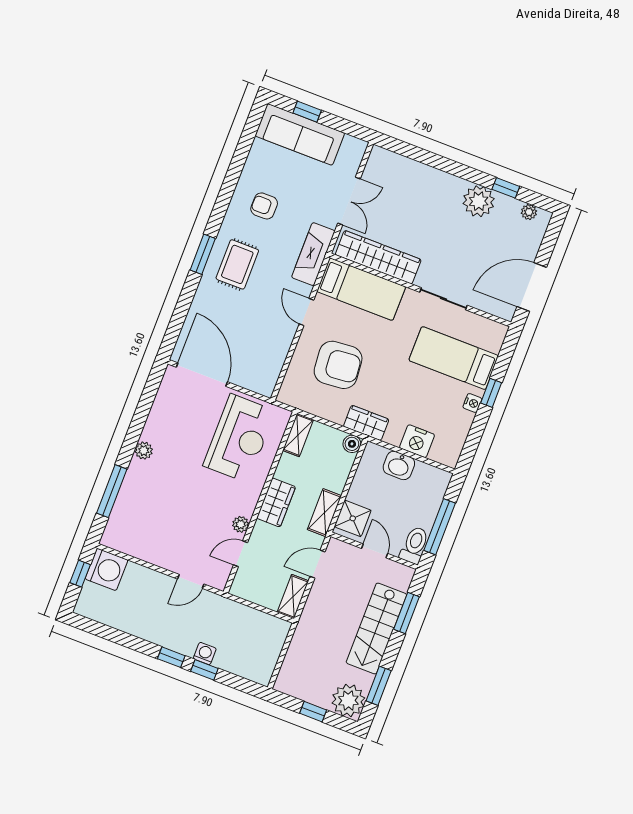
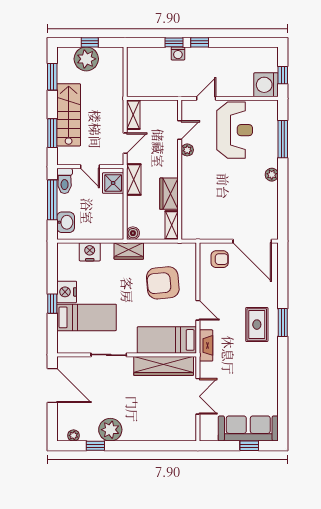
double door: (349, 201) -> (198, 396), swing flipped
armchair: (264, 206) -> (220, 259), moved
fireplace: (313, 254) -> (206, 345), width x0.73, depth x0.76
door: (532, 287) -> (52, 386), hinge flipped
nightstand: (472, 403) -> (67, 292), width x1.89, depth x1.79
reception desk: (239, 438) -> (235, 130), moved, turned 180
washbasin: (399, 465) -> (66, 222), moved, turned 90
wardrobe: (276, 502) -> (169, 194), moved
plant: (348, 701) -> (86, 59), moved

